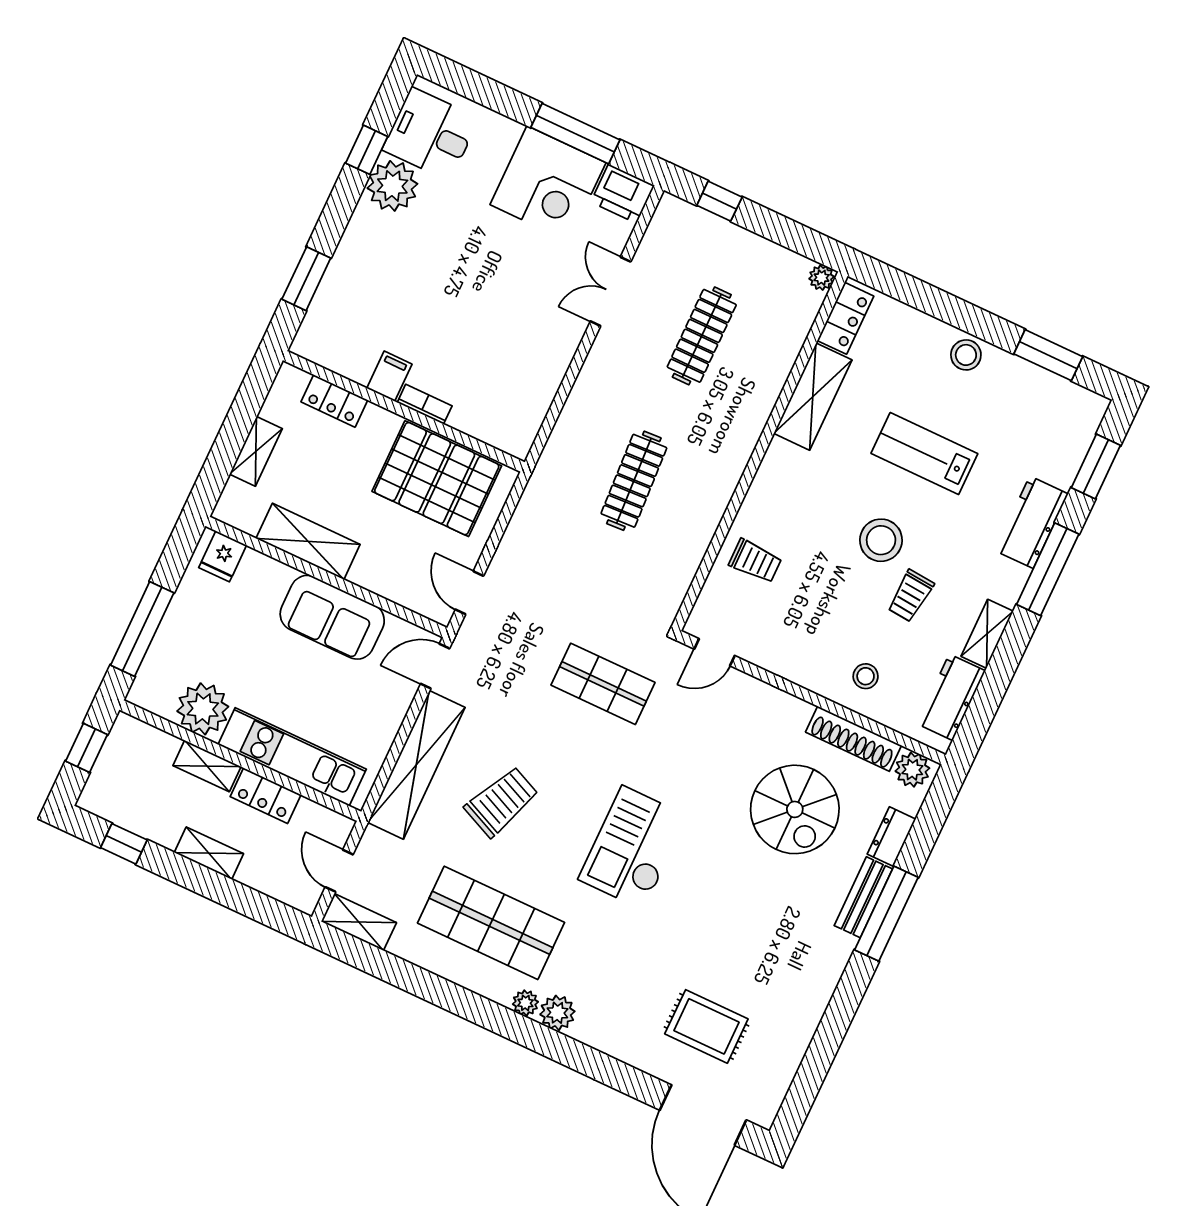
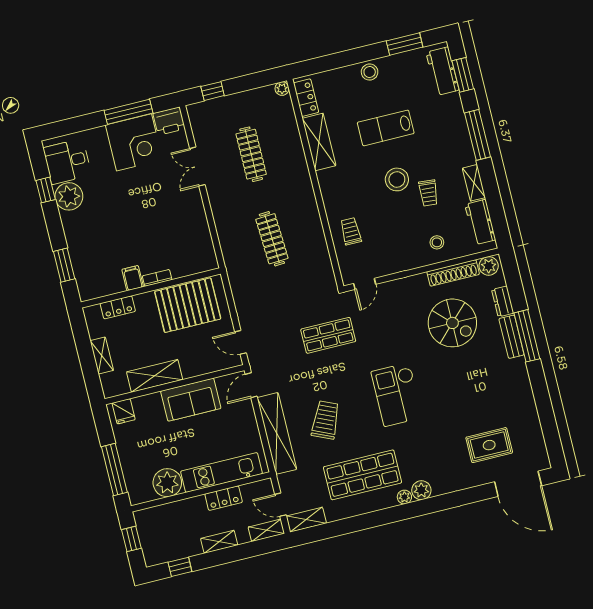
workbench: (1031, 522) -> (442, 71), moved
trolley: (755, 561) -> (351, 231), turned -90
shelving: (207, 766) -> (266, 530), moved

